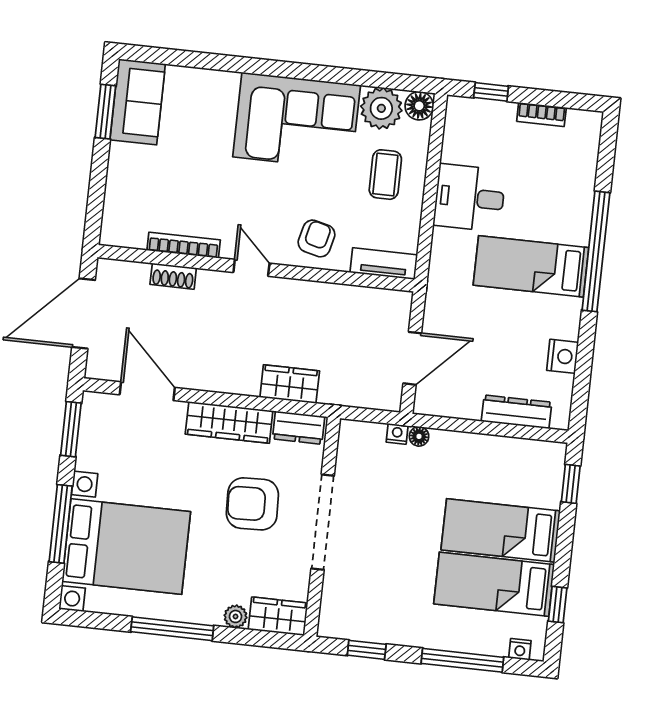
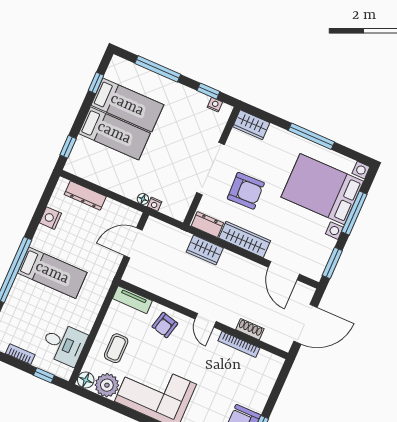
desk: (470, 198) -> (64, 344), moved
plant: (236, 616) -> (275, 132), removed
nightstand: (520, 649) -> (215, 105), moved

